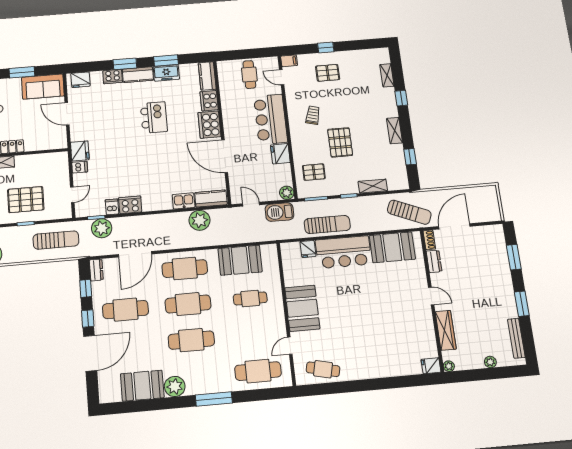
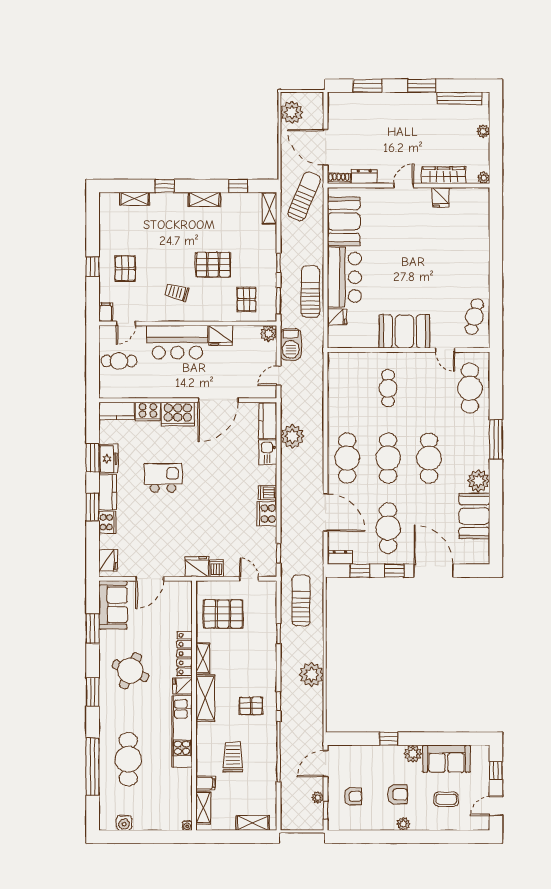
shelving: (373, 186) -> (269, 208), moved
pallet: (26, 200) -> (223, 614), moved, turned 90
dishwasher: (112, 207) -> (268, 493), moved
plant: (102, 228) -> (292, 112), moved
booth: (240, 260) -> (343, 395), removed
fridge: (431, 366) -> (441, 197), moved

